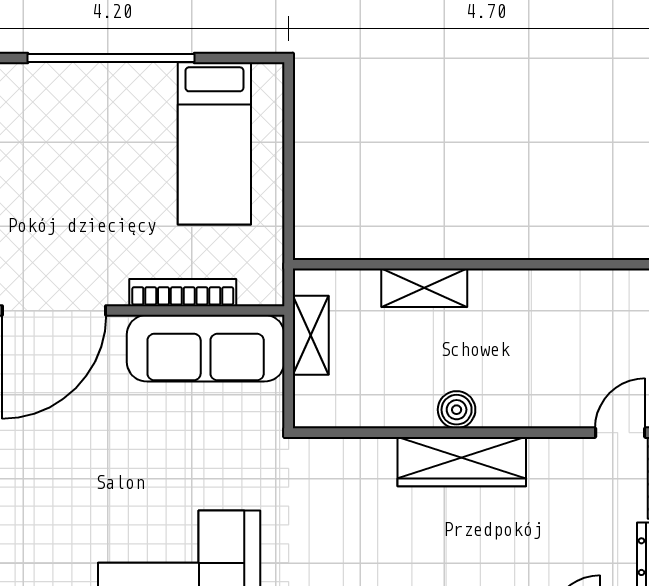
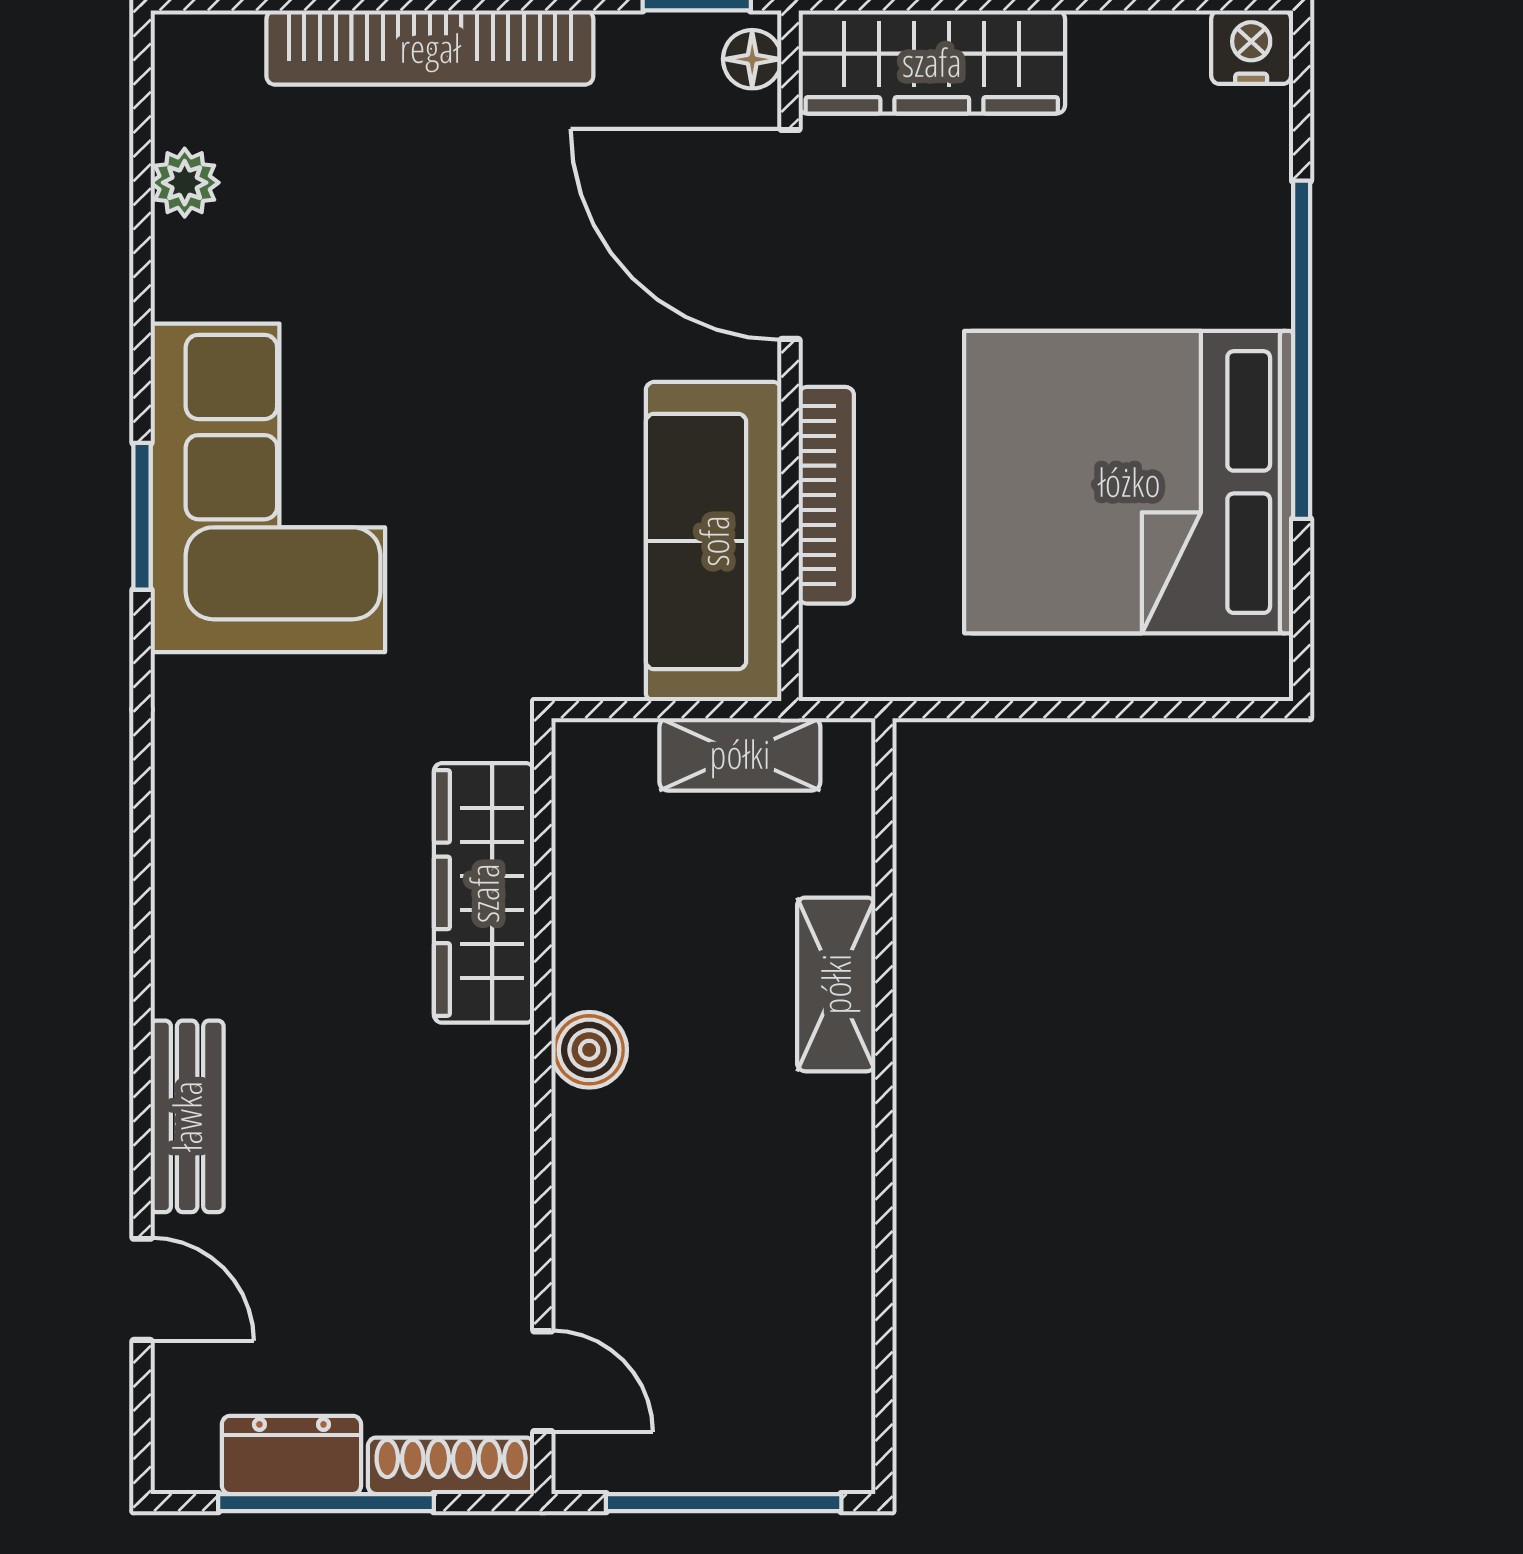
bed: (214, 143) -> (1129, 482), width x2.04
wardrobe: (462, 462) -> (484, 893), moved

